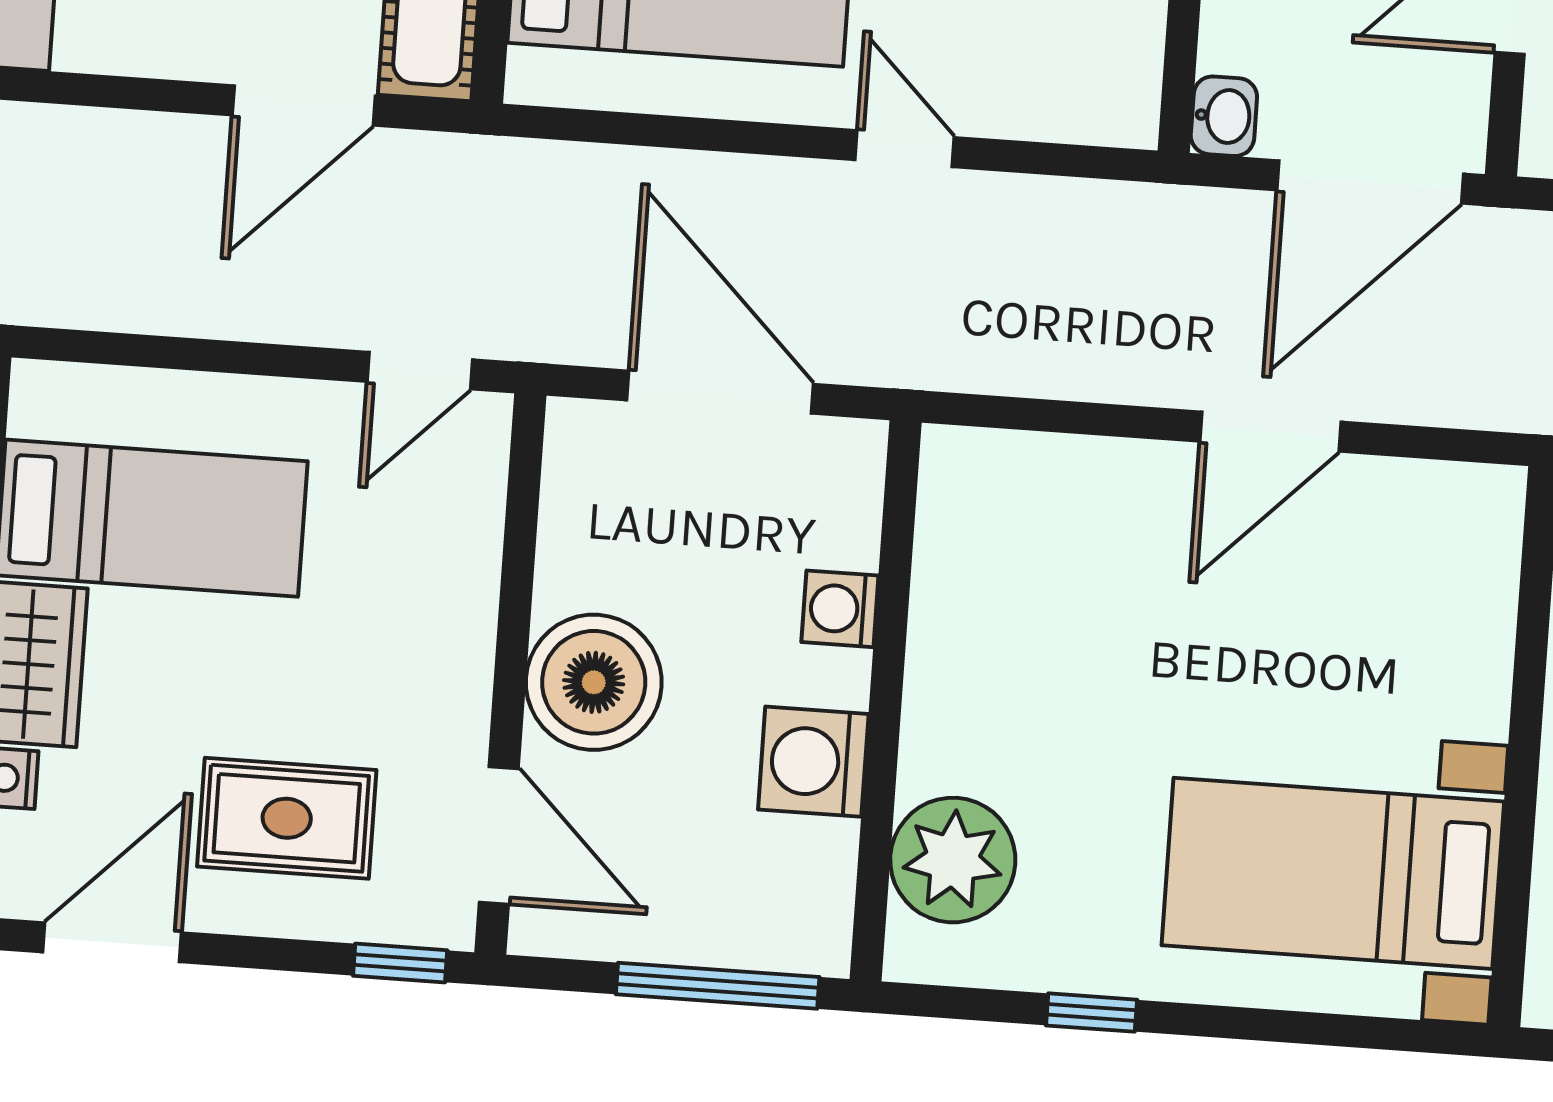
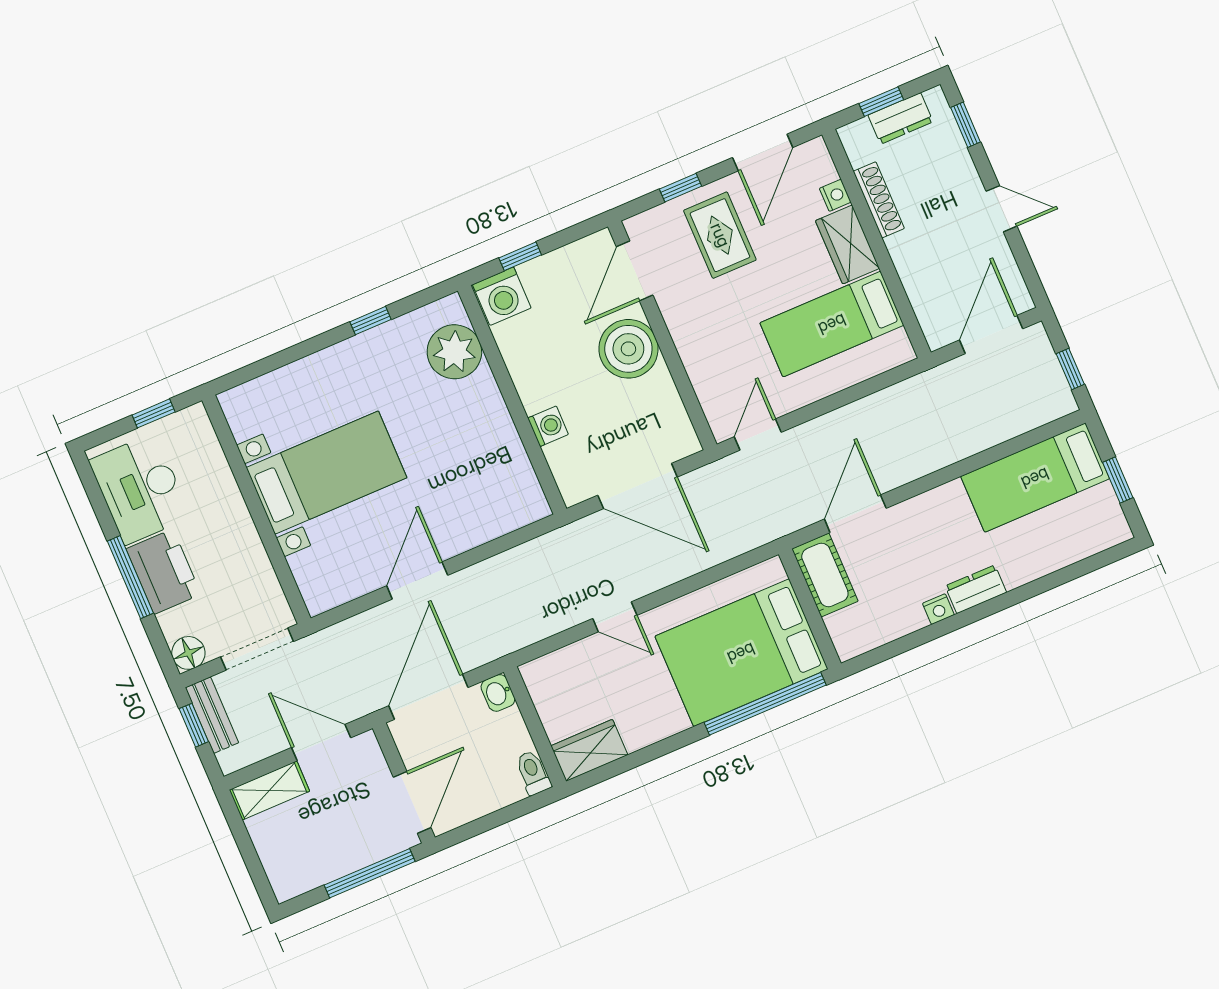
washing machine: (813, 762) -> (502, 296), moved, turned 90
rug: (287, 818) -> (720, 235), turned 90
door: (499, 835) -> (635, 271), hinge flipped
bed with nightstands: (1333, 873) -> (327, 473), moved
window: (400, 963) -> (681, 188), moved
window: (718, 986) -> (520, 256), width x0.46

